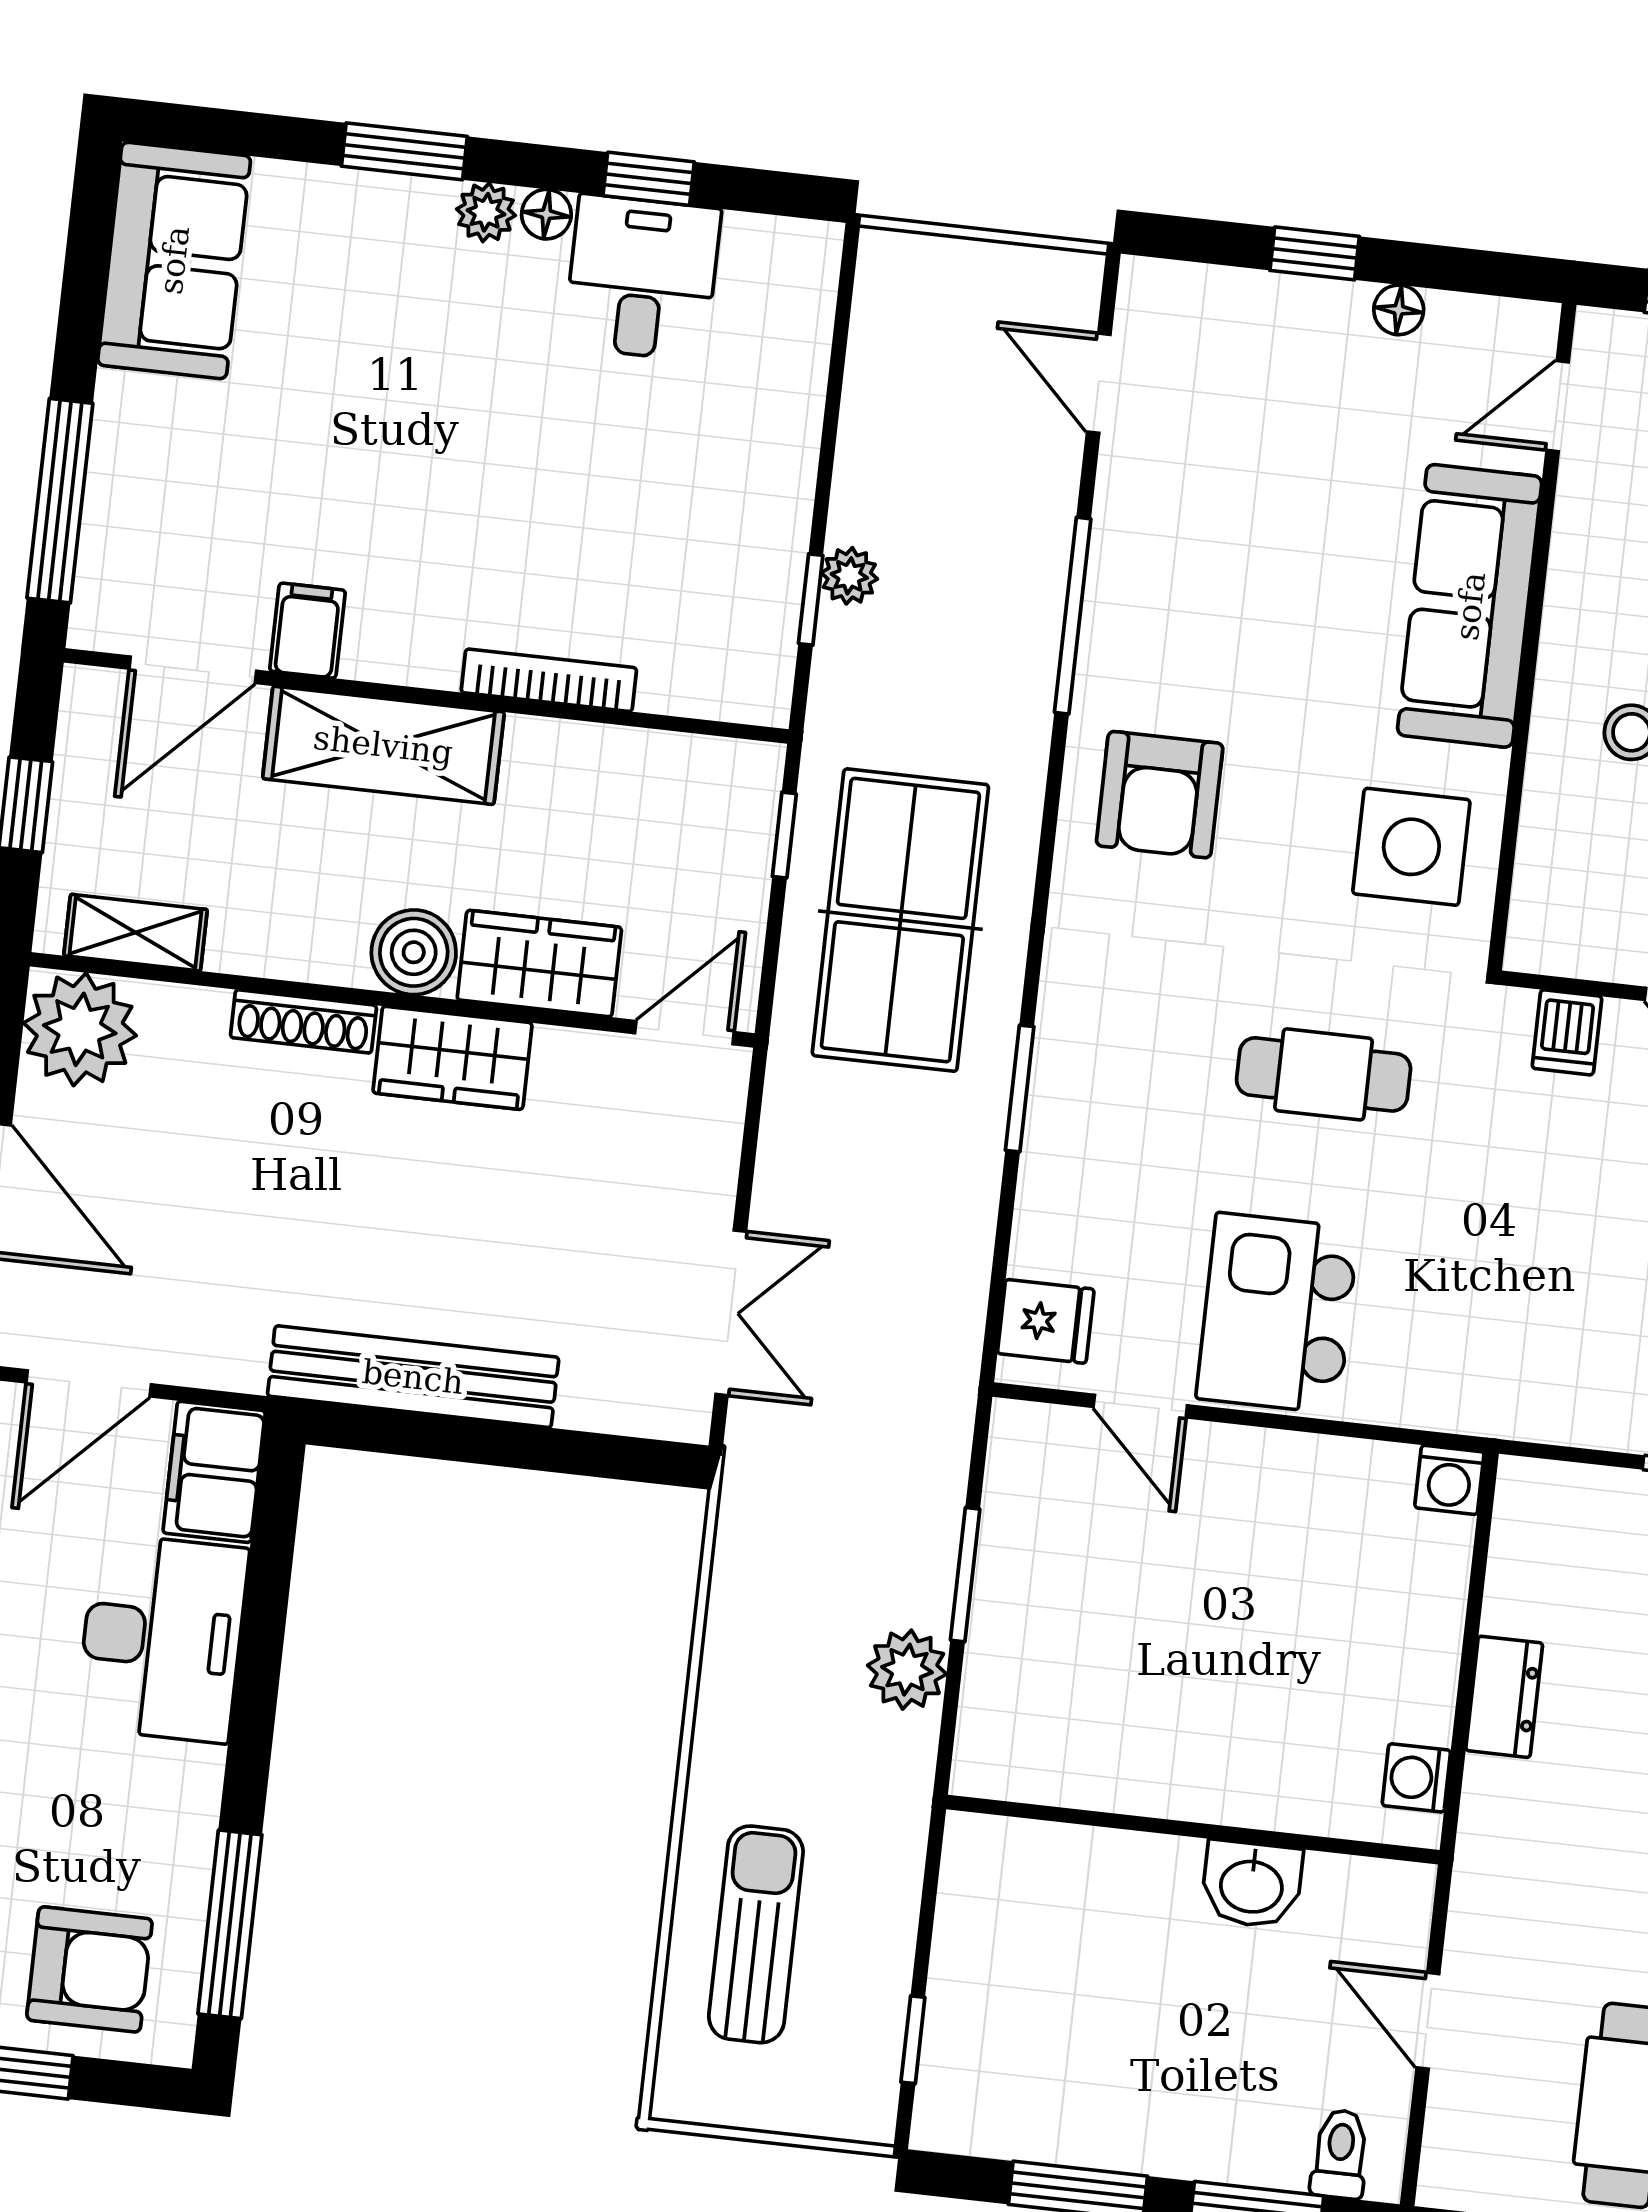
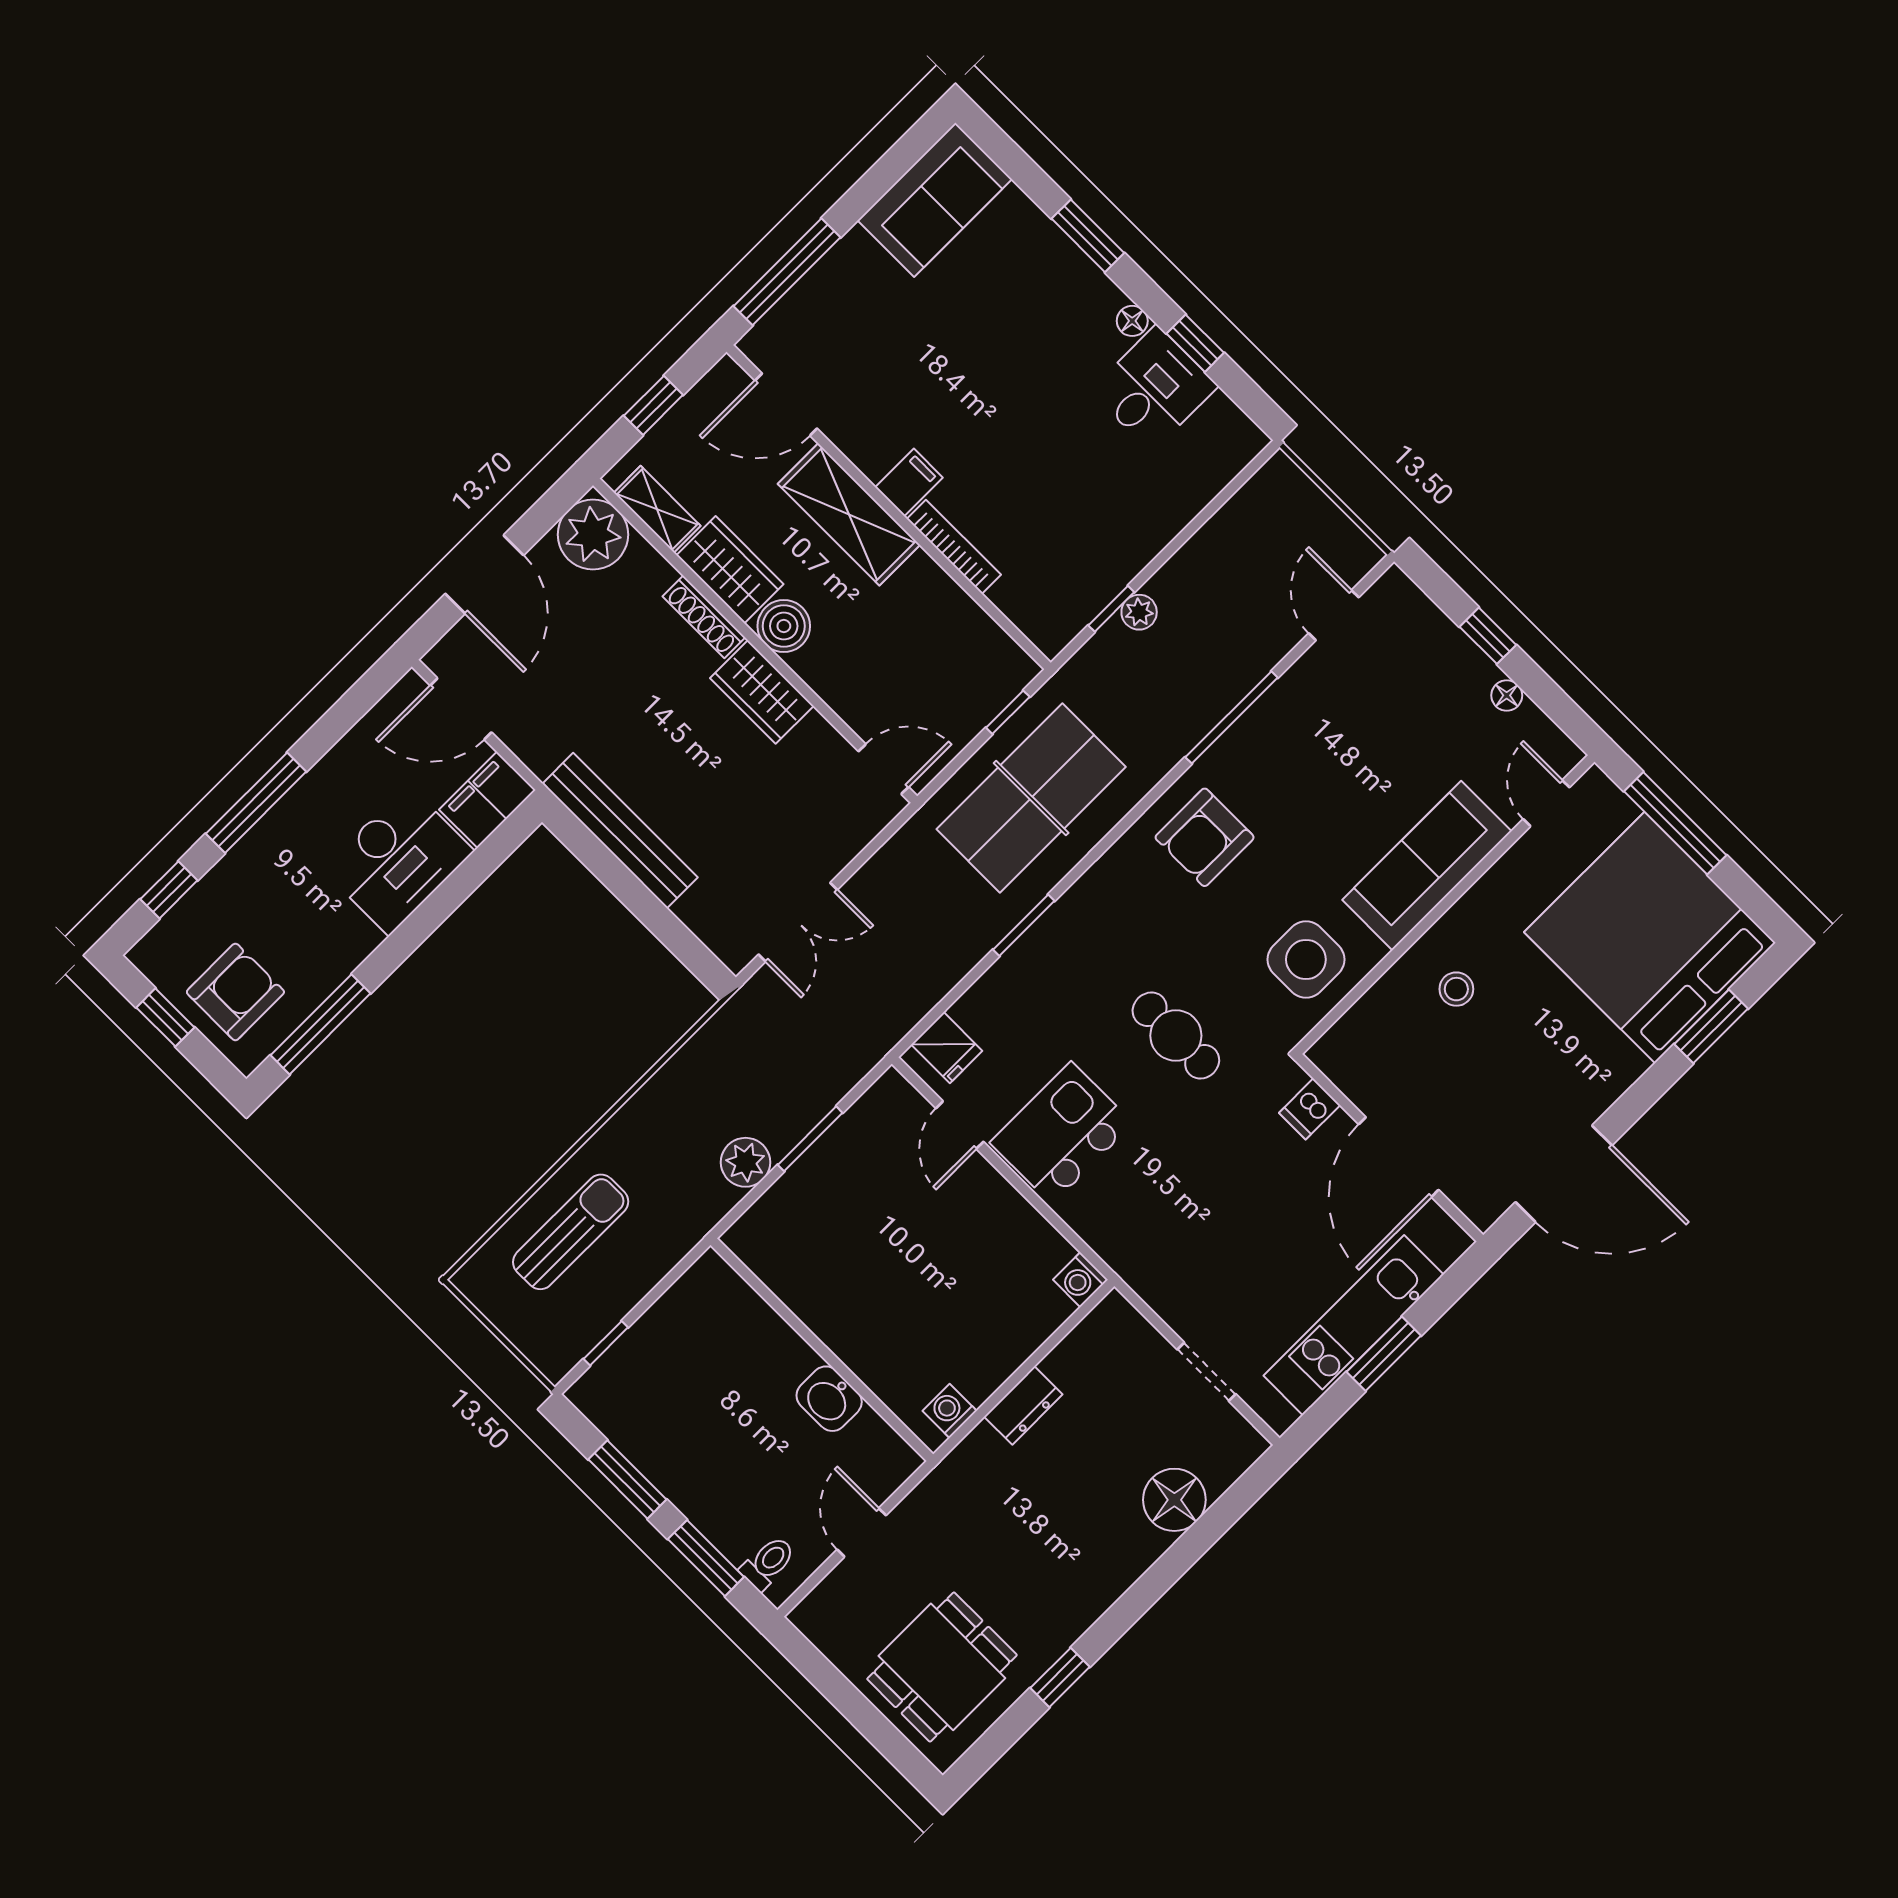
plant: (486, 212) -> (1104, 297), removed
door: (1558, 406) -> (1546, 803), hinge flipped
filing cabinet: (307, 631) -> (909, 482), moved
wardrobe: (539, 964) -> (730, 570), moved
armchair: (89, 1969) -> (235, 992), turned -90

